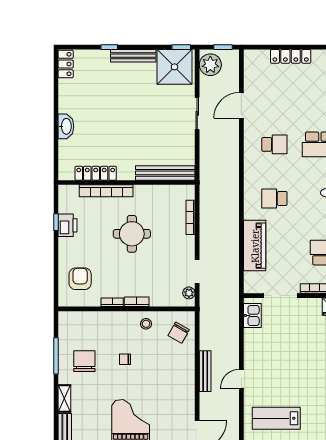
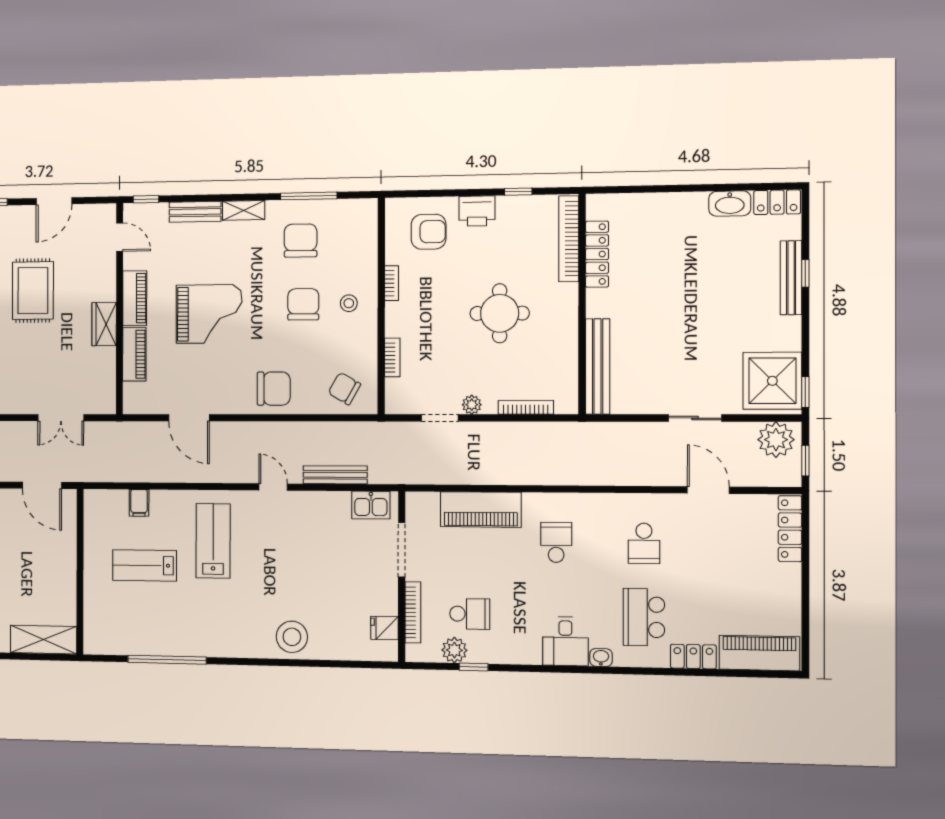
bench: (133, 56) -> (791, 278), moved
locker: (291, 56) -> (790, 529), moved
washbasin: (66, 126) -> (730, 204), moved
bookcase: (106, 191) -> (569, 239), moved
printer: (68, 225) -> (477, 211), moved
plant: (189, 293) -> (472, 405), moved
bookcase: (137, 302) -> (392, 357), moved
stool: (146, 324) -> (349, 303), moved
chair: (125, 359) -> (303, 304), width x1.87, depth x1.87
chair: (84, 361) -> (301, 241), turned -90
bench: (205, 371) -> (335, 475), moved
chair: (179, 379) -> (274, 389), added

